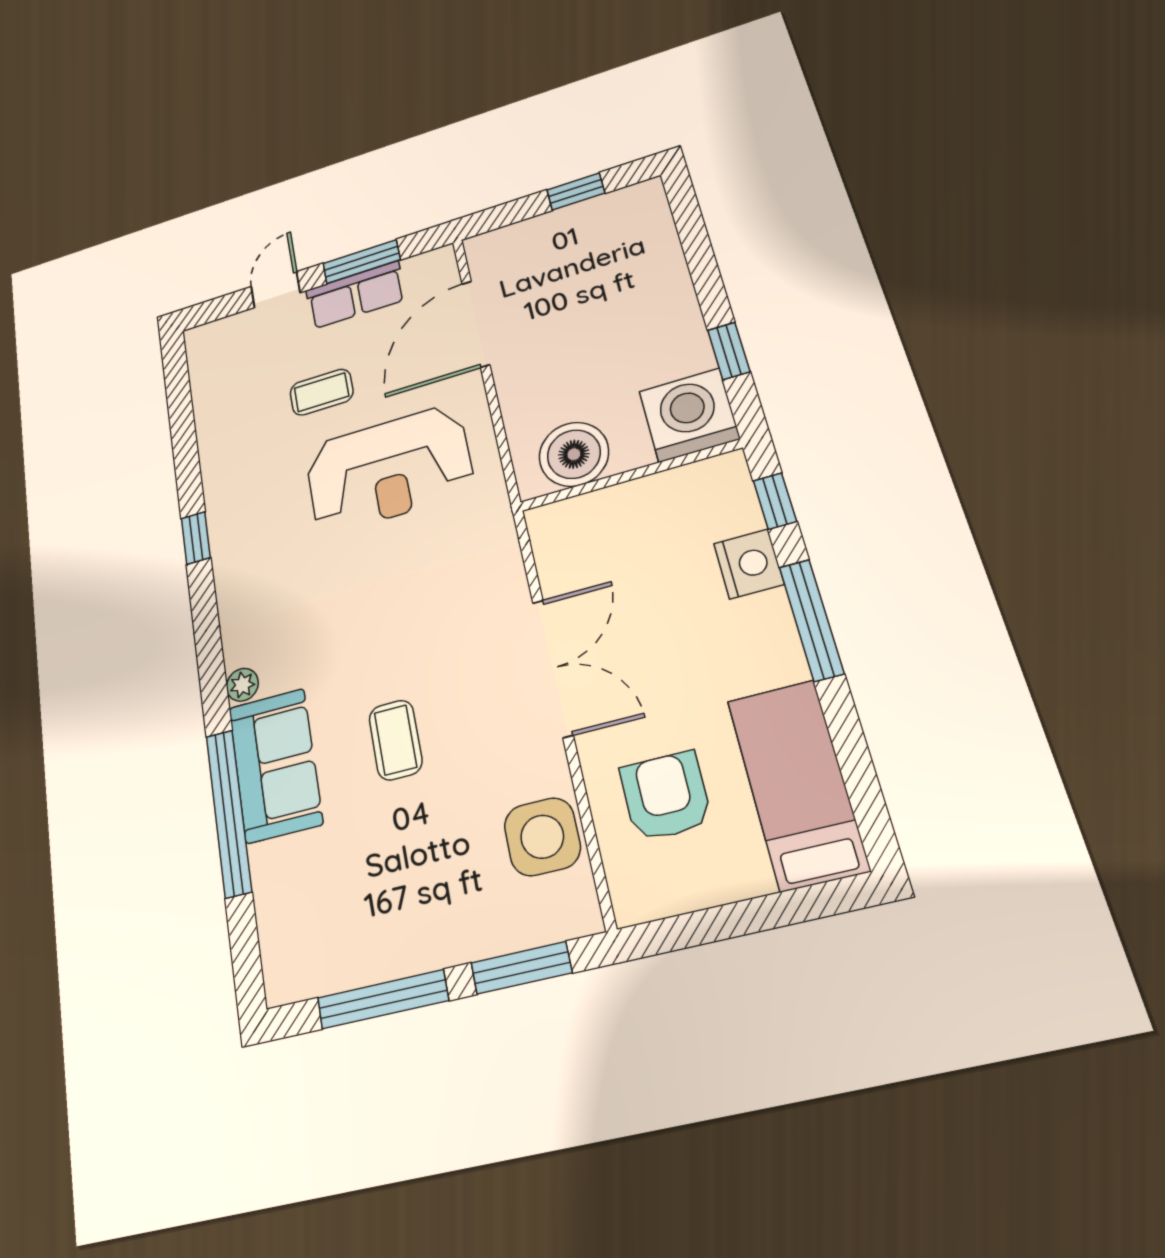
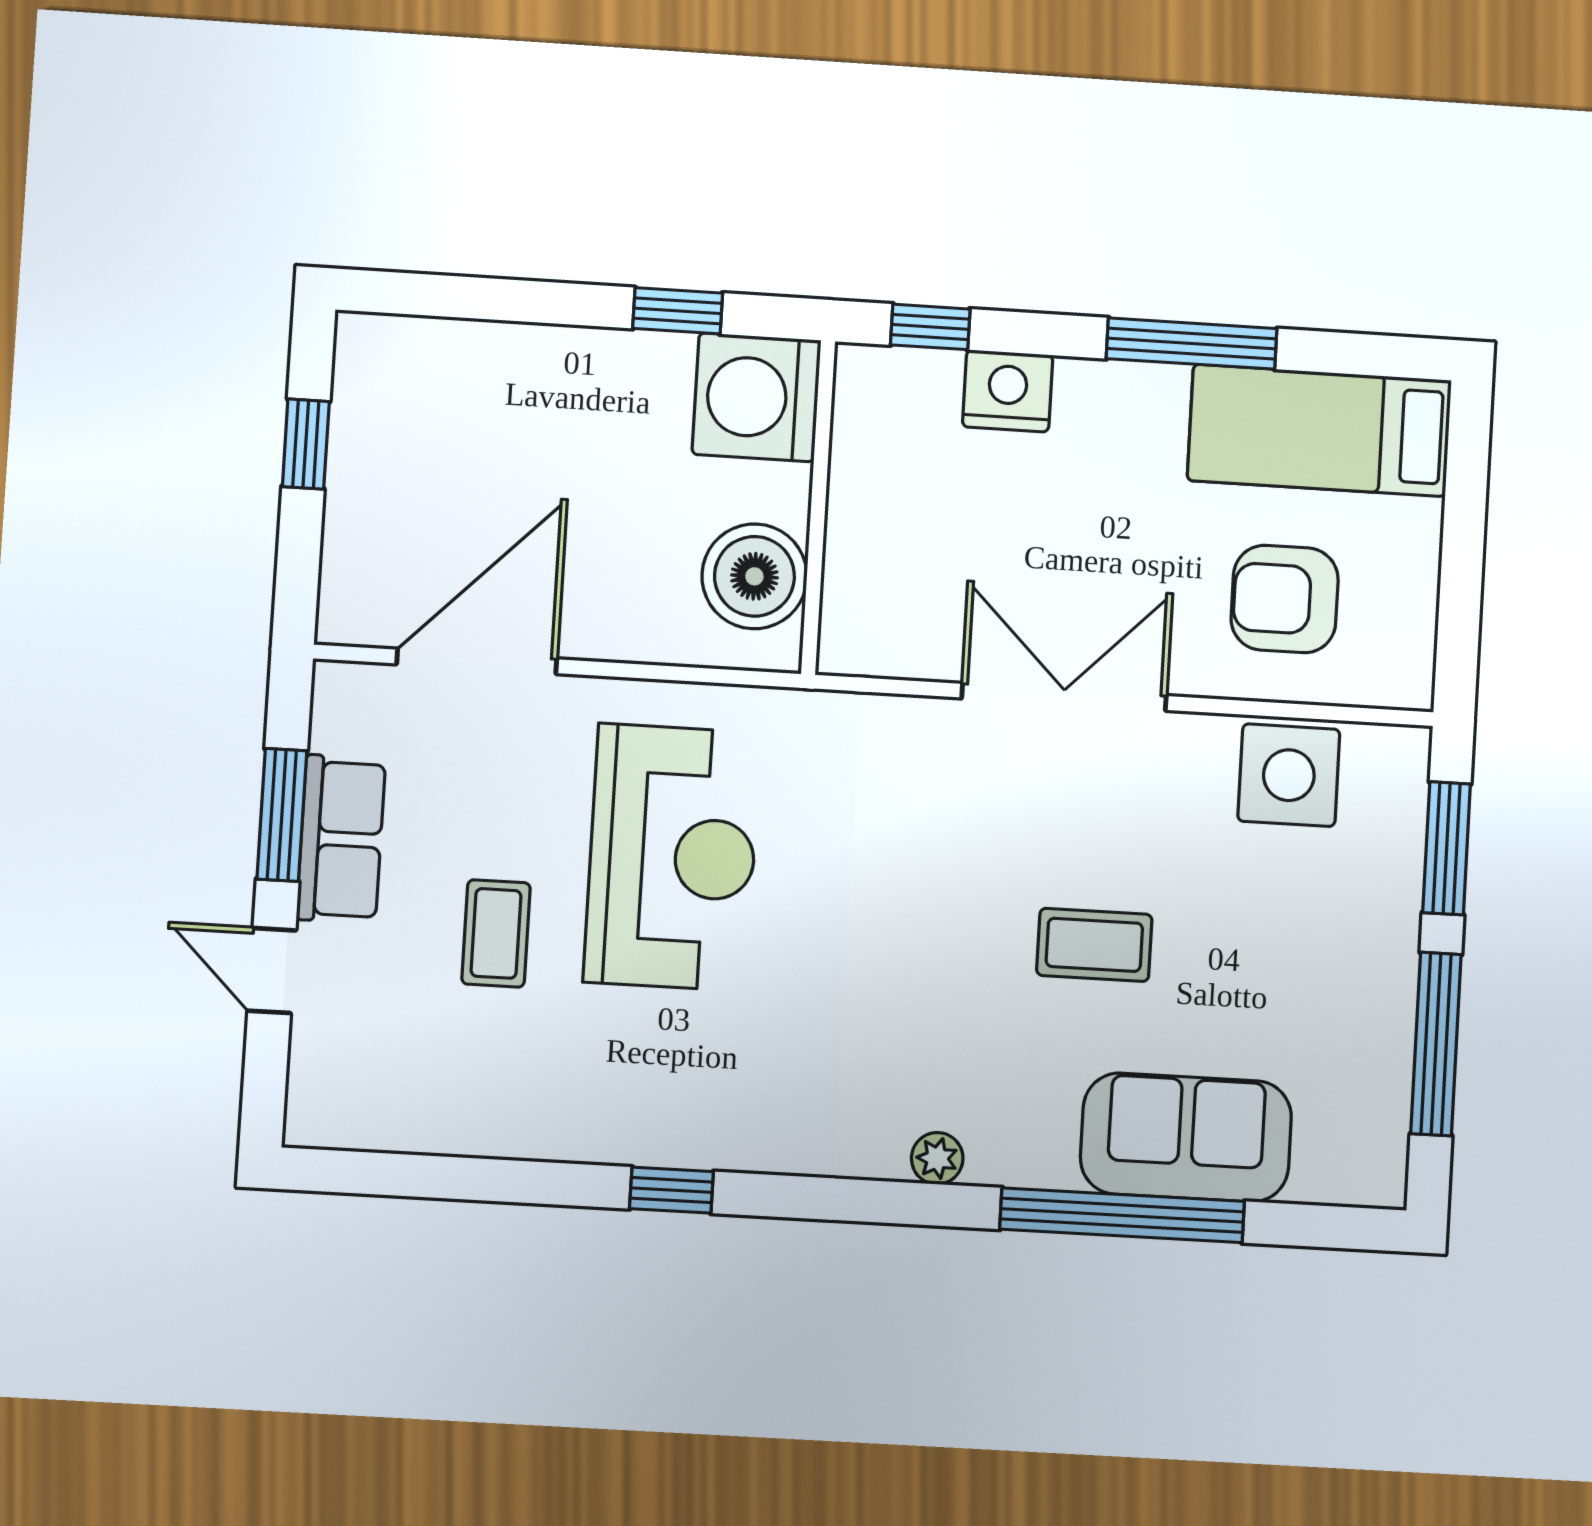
door: (476, 324) -> (477, 661), swing flipped
window: (811, 620) -> (1192, 344), moved
sofa: (275, 765) -> (1186, 1137), moved

